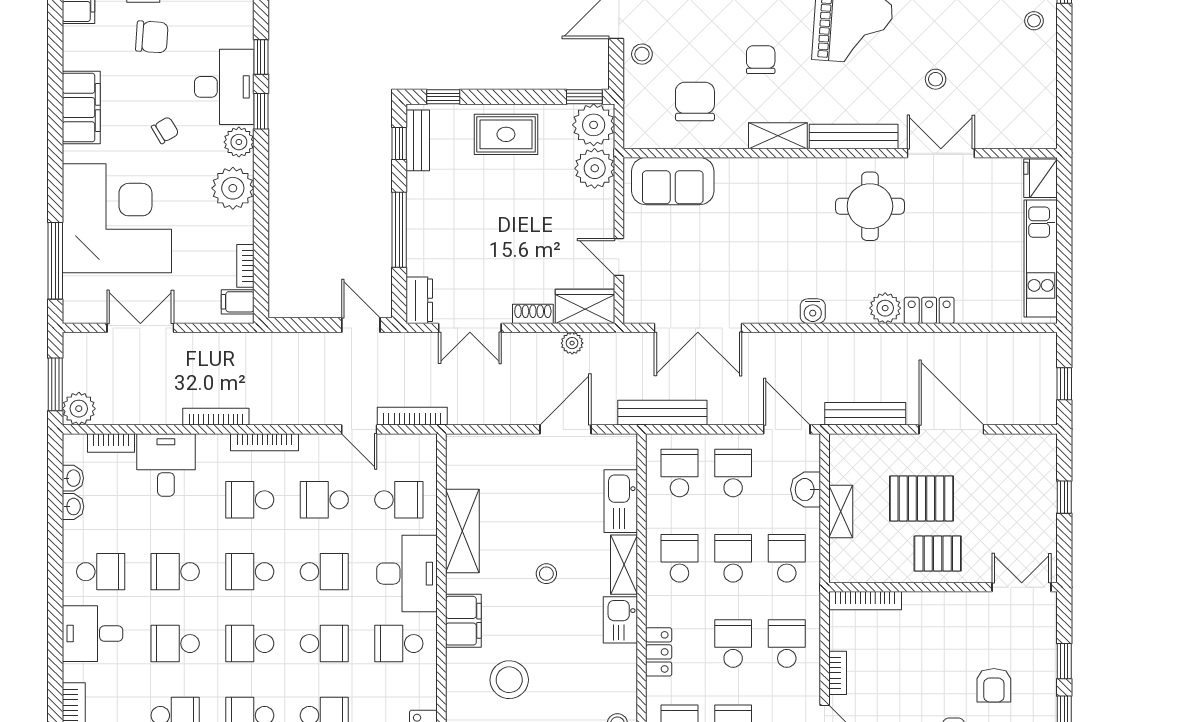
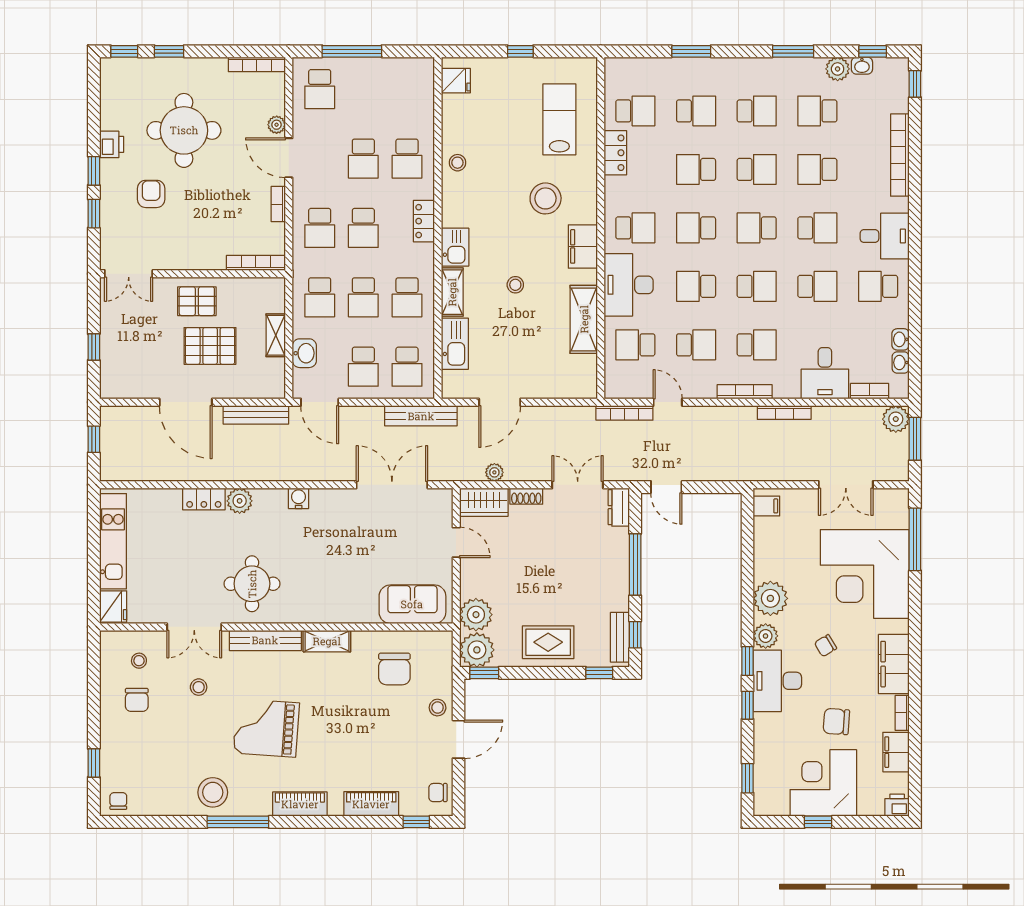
stool: (1034, 21) -> (139, 661), moved
chair: (761, 60) -> (137, 700), moved
bookcase: (245, 266) -> (902, 713), moved, turned 180
school desk: (250, 644) -> (757, 228), turned 180

